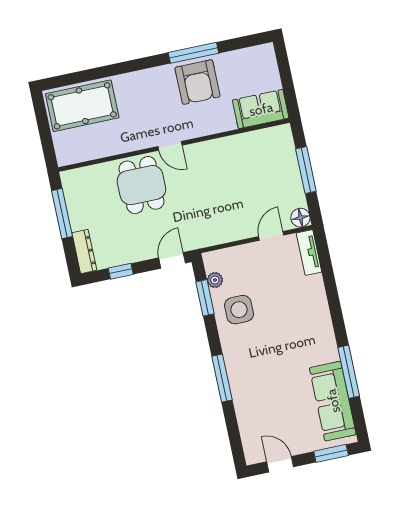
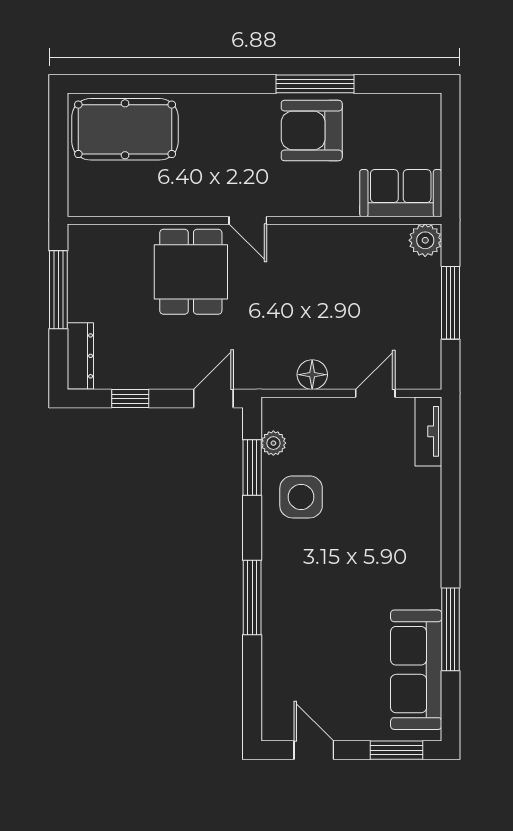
armchair: (197, 82) -> (312, 131), turned 90
plant: (282, 135) -> (425, 240), added
floor lamp: (300, 218) -> (312, 375), moved

